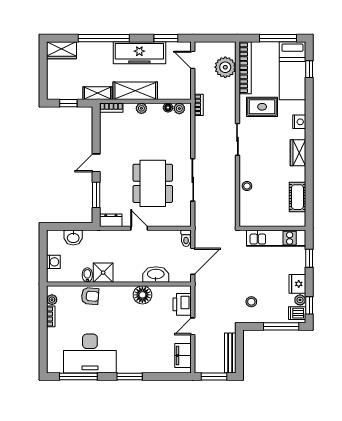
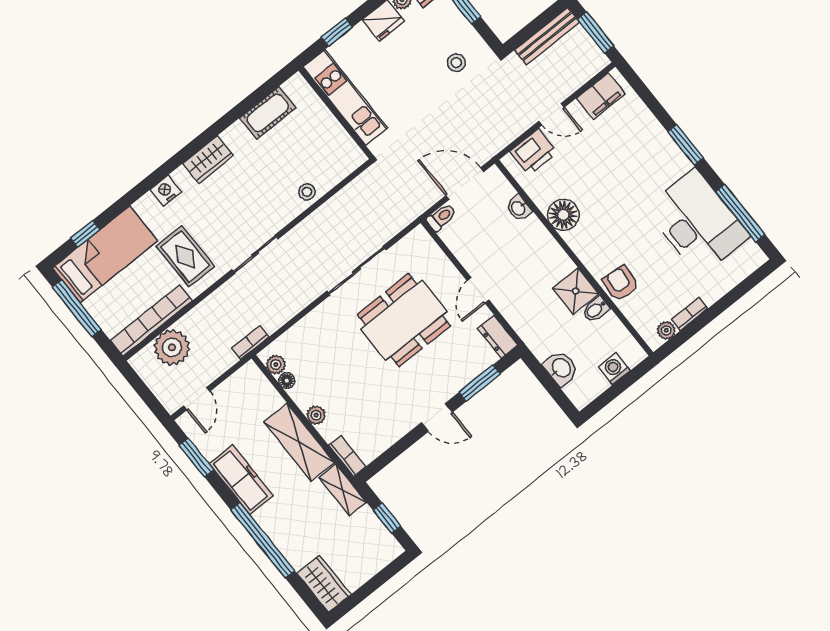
freezer: (139, 53) -> (241, 480), width x0.73, depth x0.79
washbasin: (156, 274) -> (519, 208), width x0.52, depth x0.69

